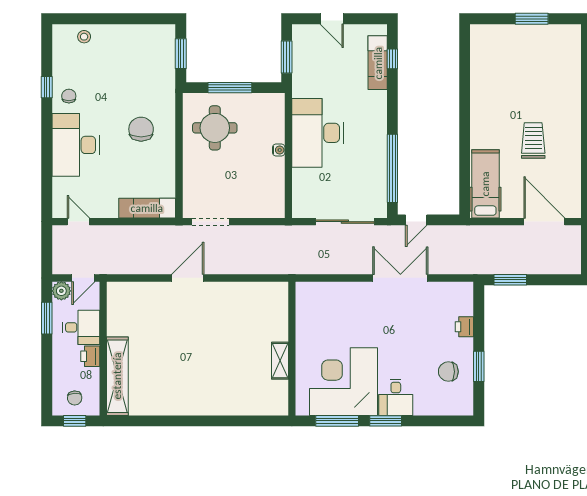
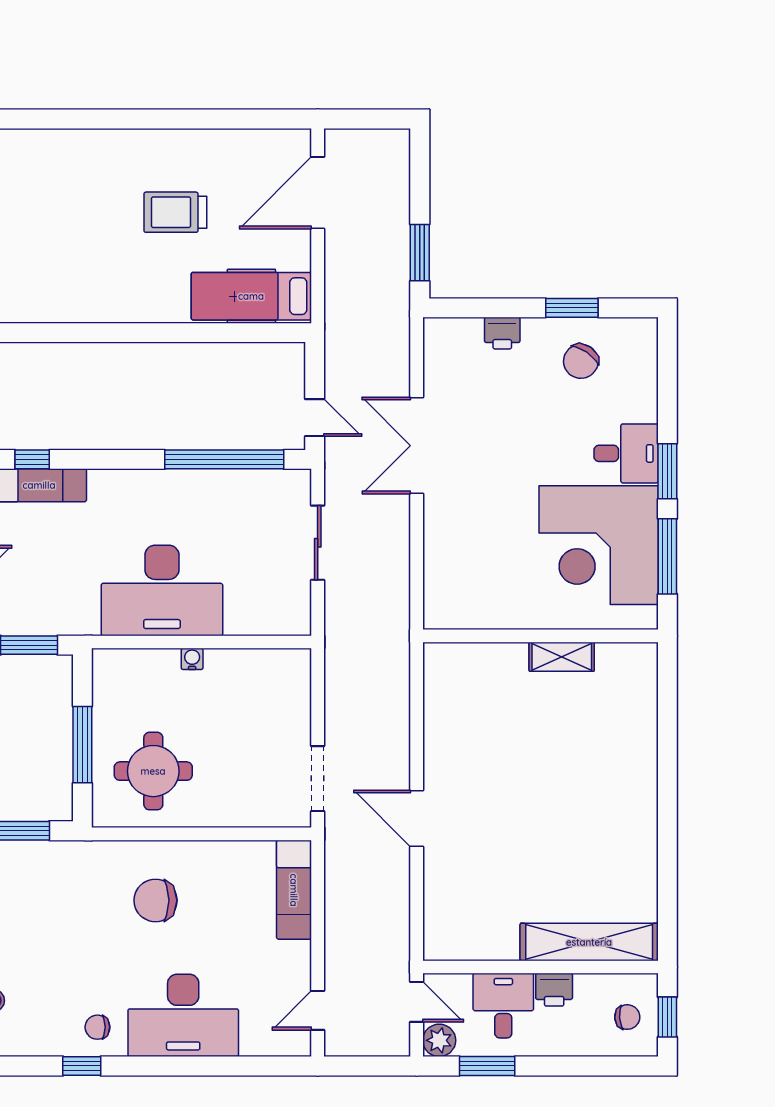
sliding door: (345, 222) -> (318, 543), width x0.73
chair: (448, 372) -> (581, 361), turned 35

